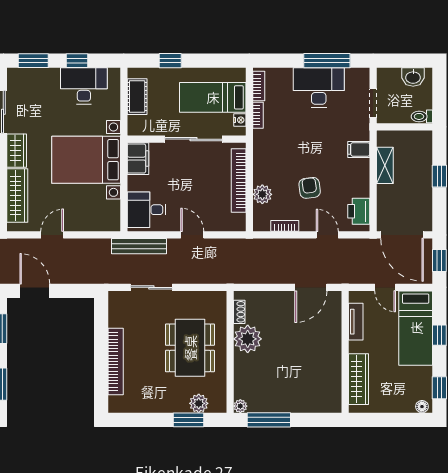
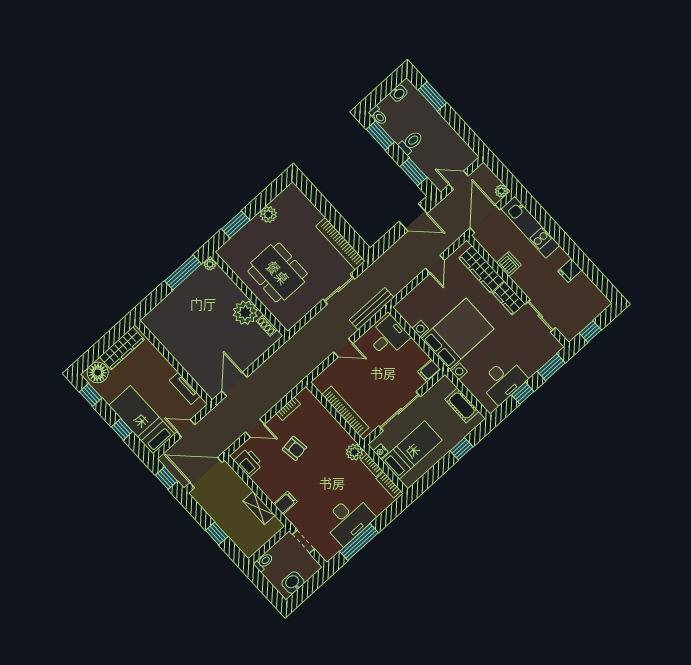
filing cabinet: (138, 159) -> (429, 371), width x0.50
plant: (262, 194) -> (354, 452), moved
bookcase: (116, 361) -> (340, 244), moved
wardrobe: (359, 379) -> (122, 348), moved, turned -90
plant: (199, 403) -> (268, 214), moved
floor lamp: (422, 407) -> (98, 373), width x1.89, depth x1.89

